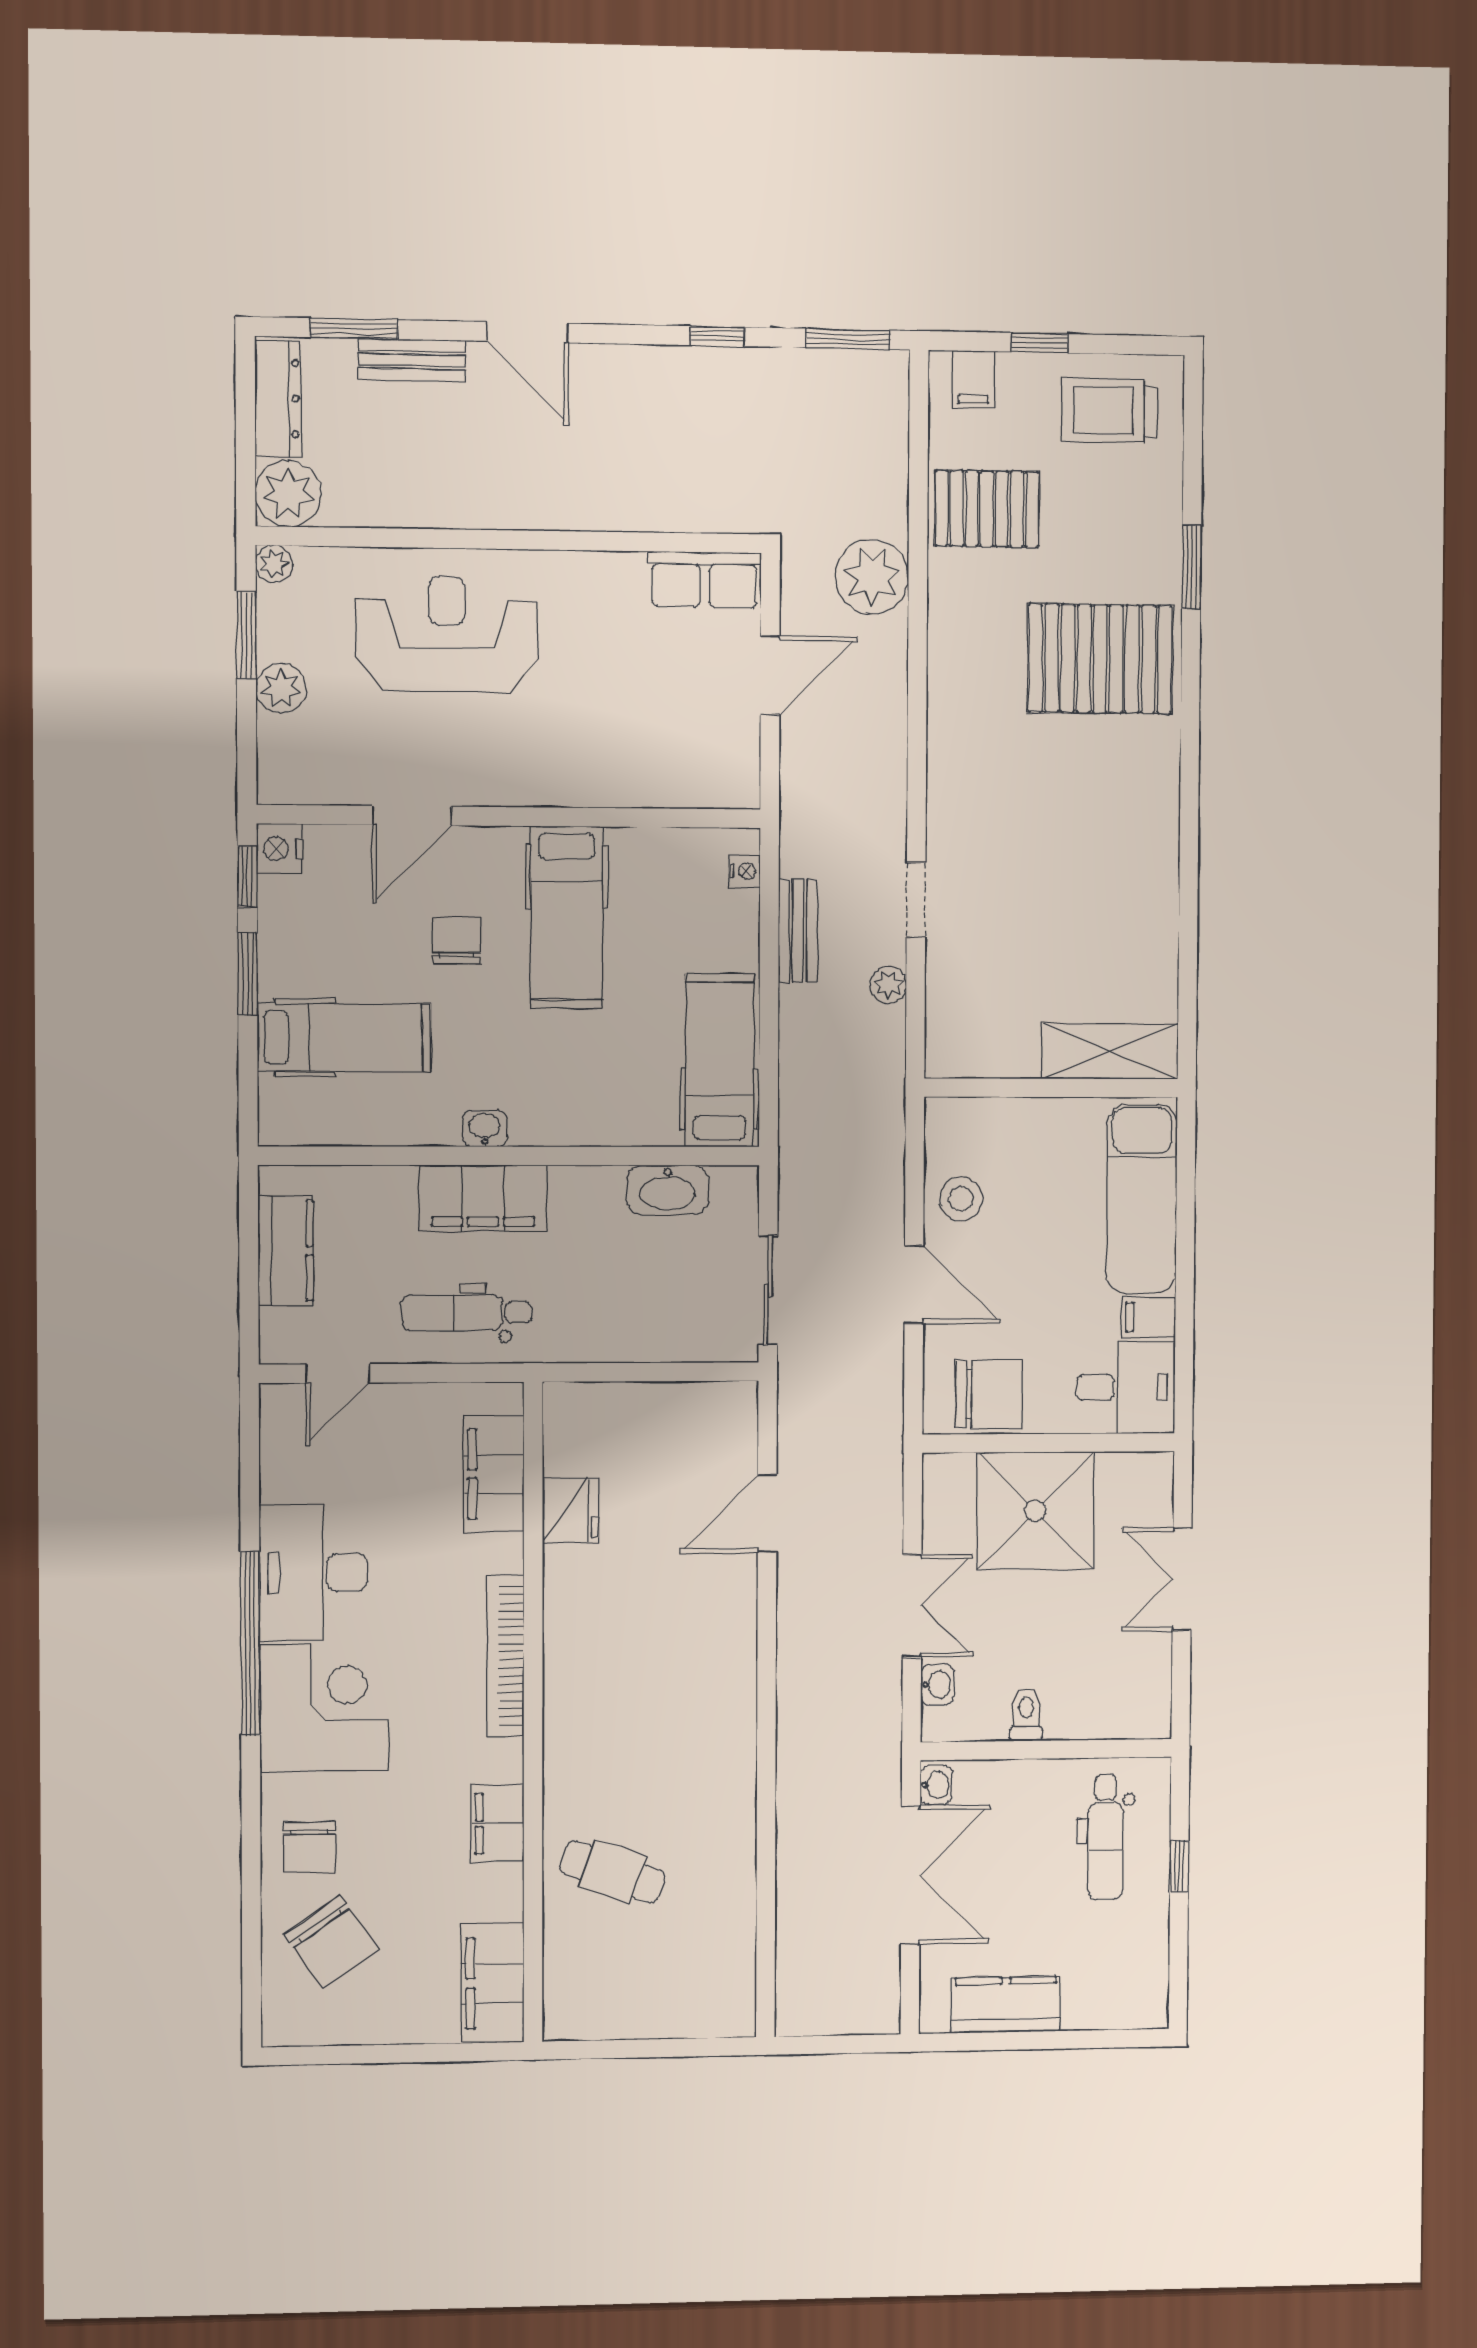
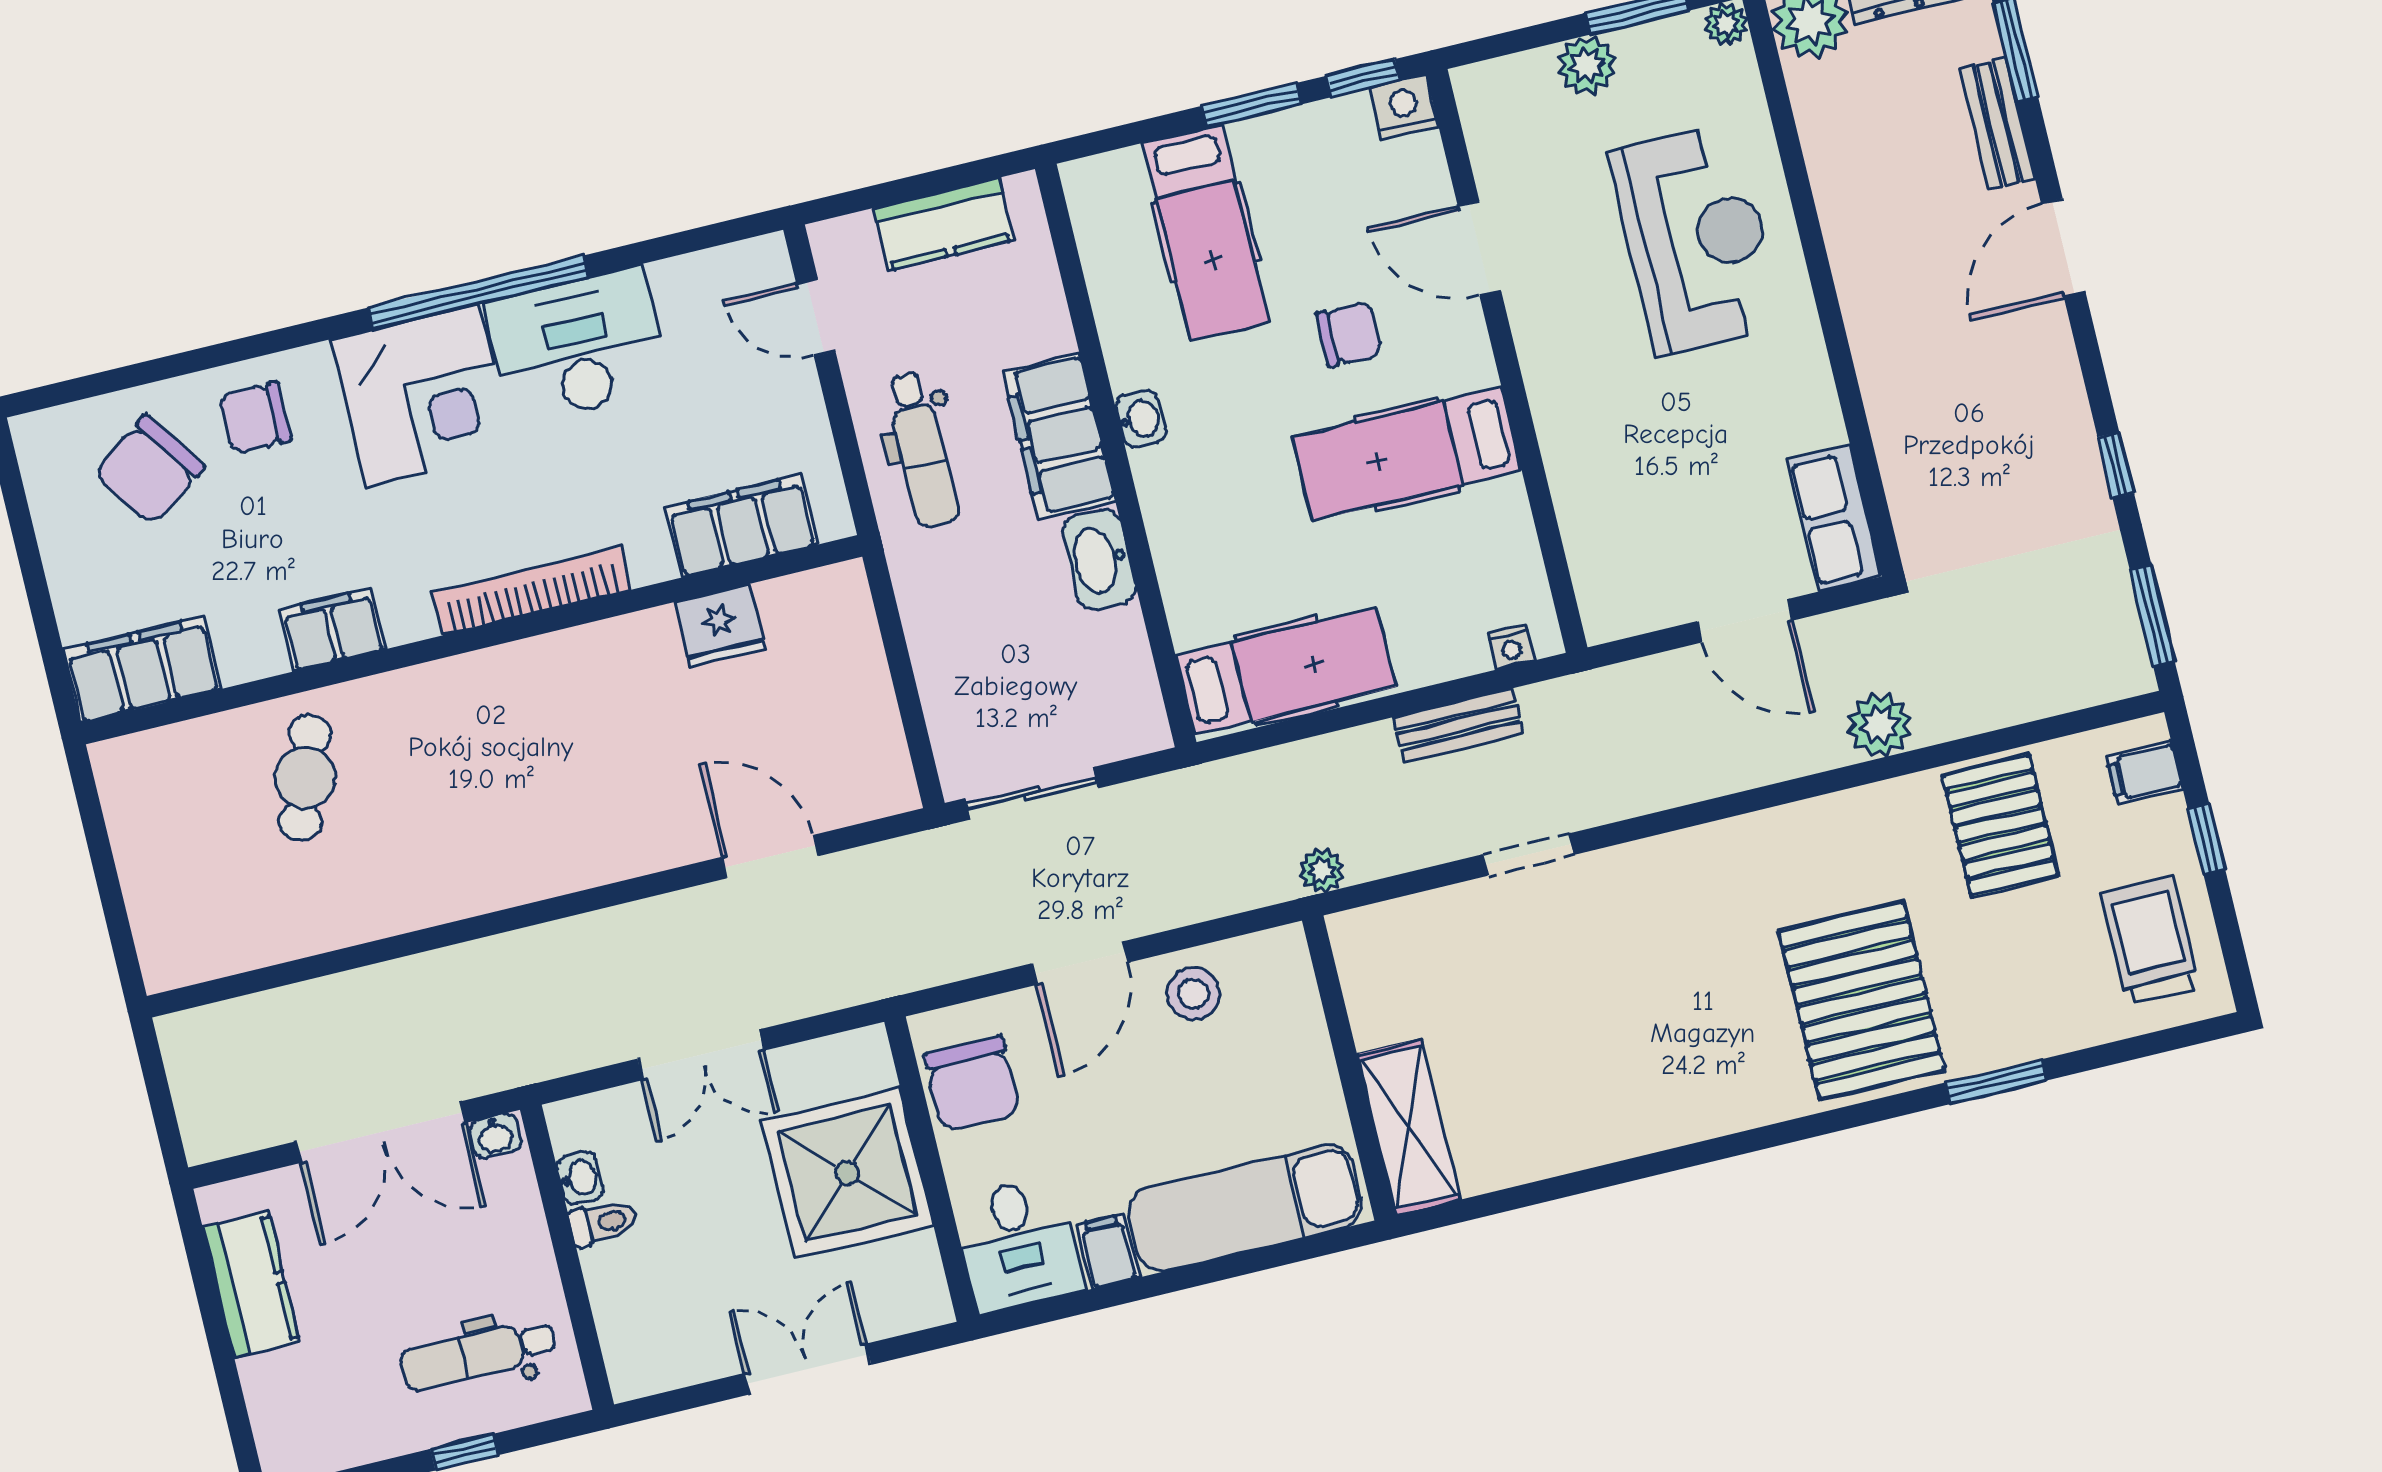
plant: (872, 576) -> (1879, 725), width x0.73, depth x0.73
plant: (888, 985) -> (1322, 871), moved
washbasin: (668, 1190) -> (1099, 560), moved
dental chair: (467, 1313) -> (922, 449), turned 180
washbasin: (937, 1685) -> (580, 1178), moved, turned -90

